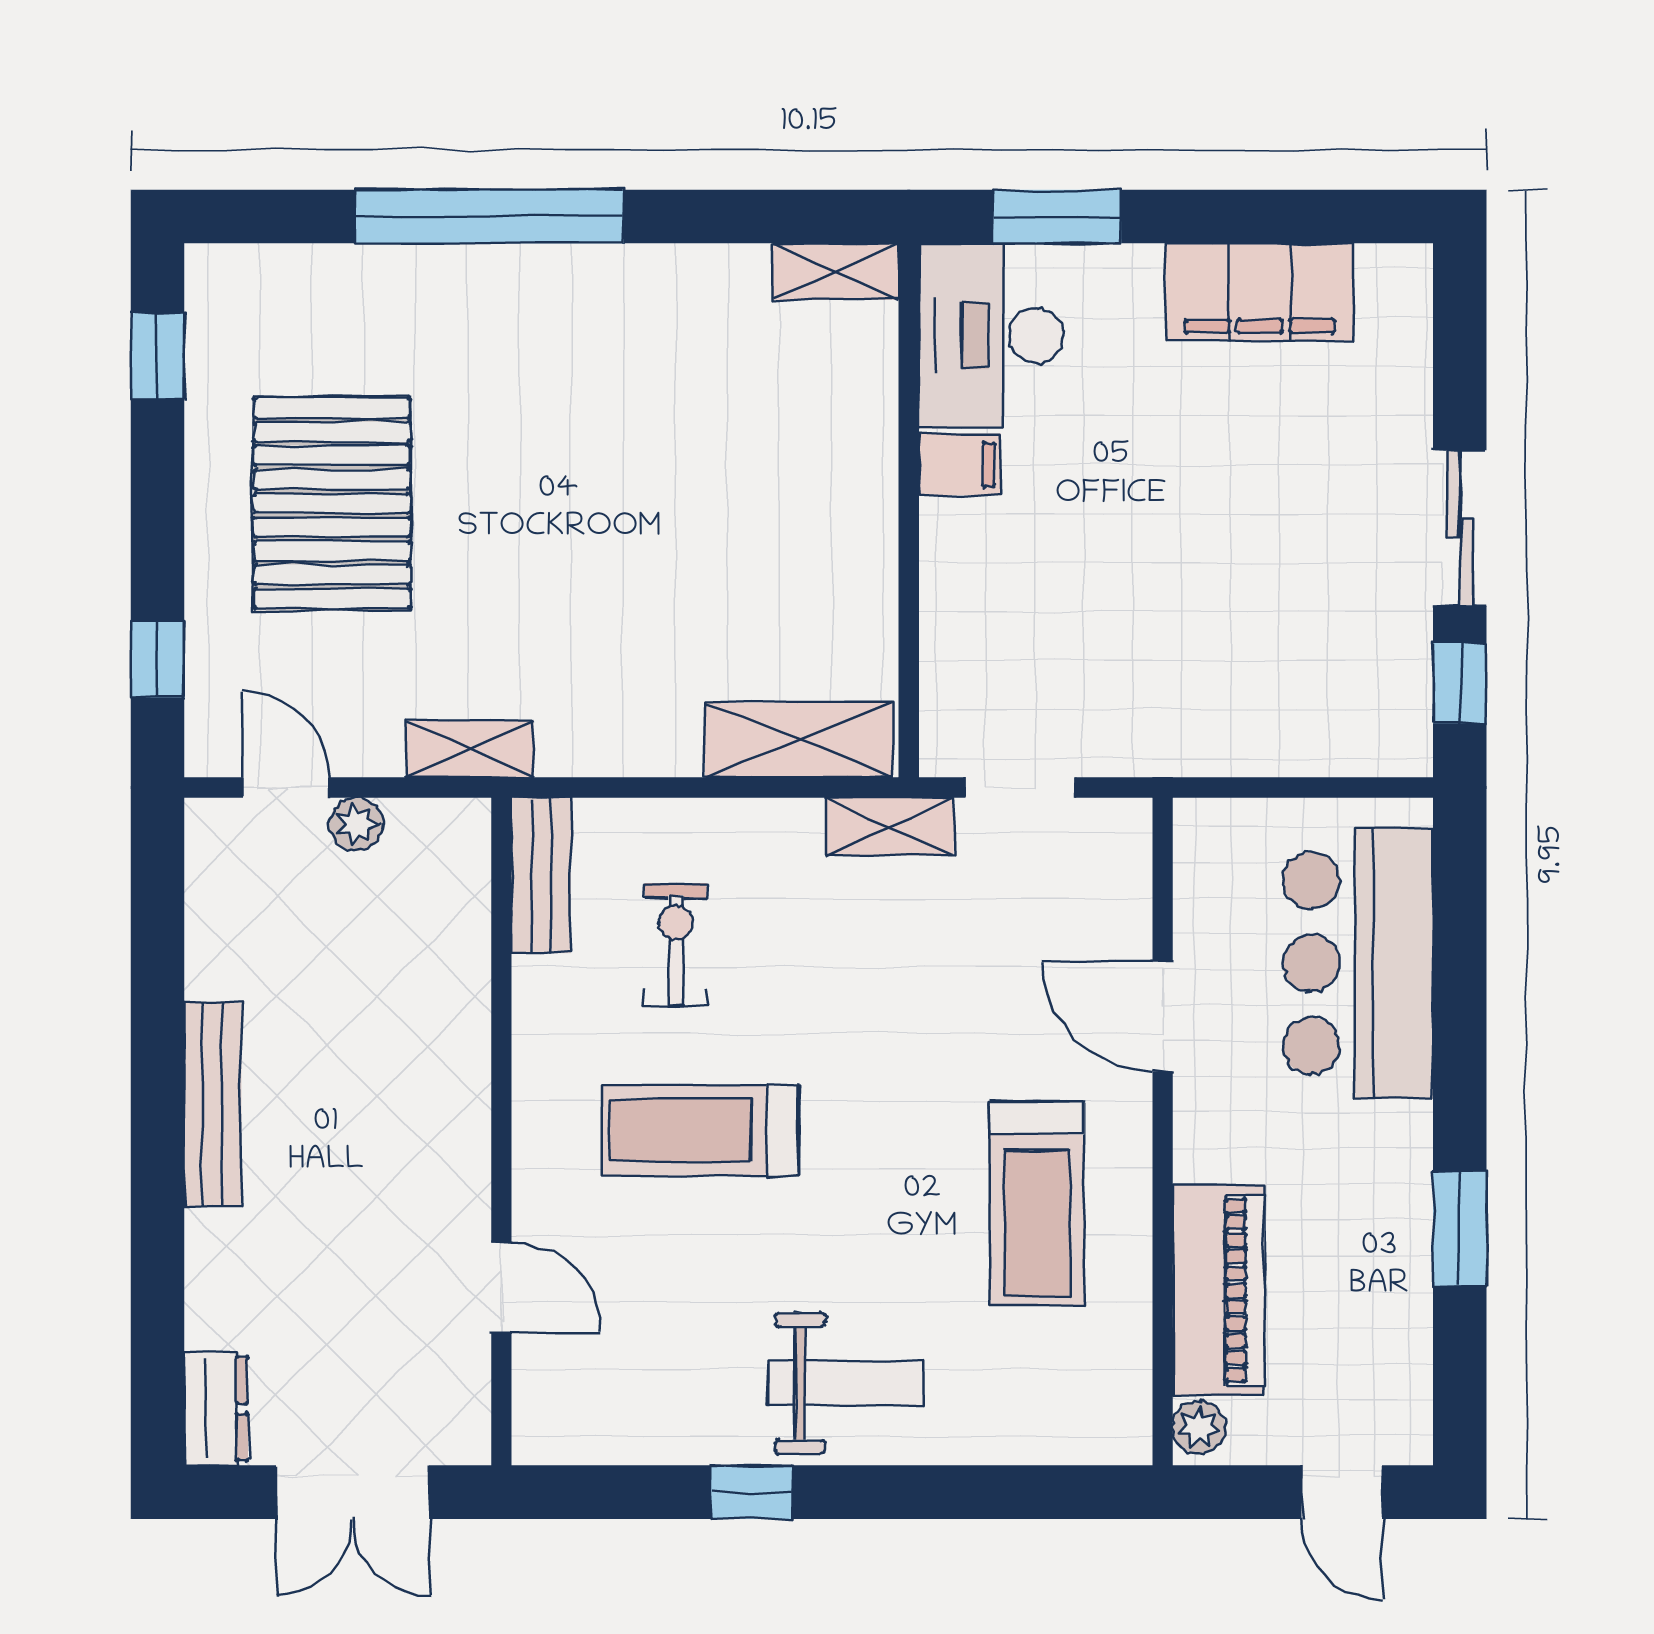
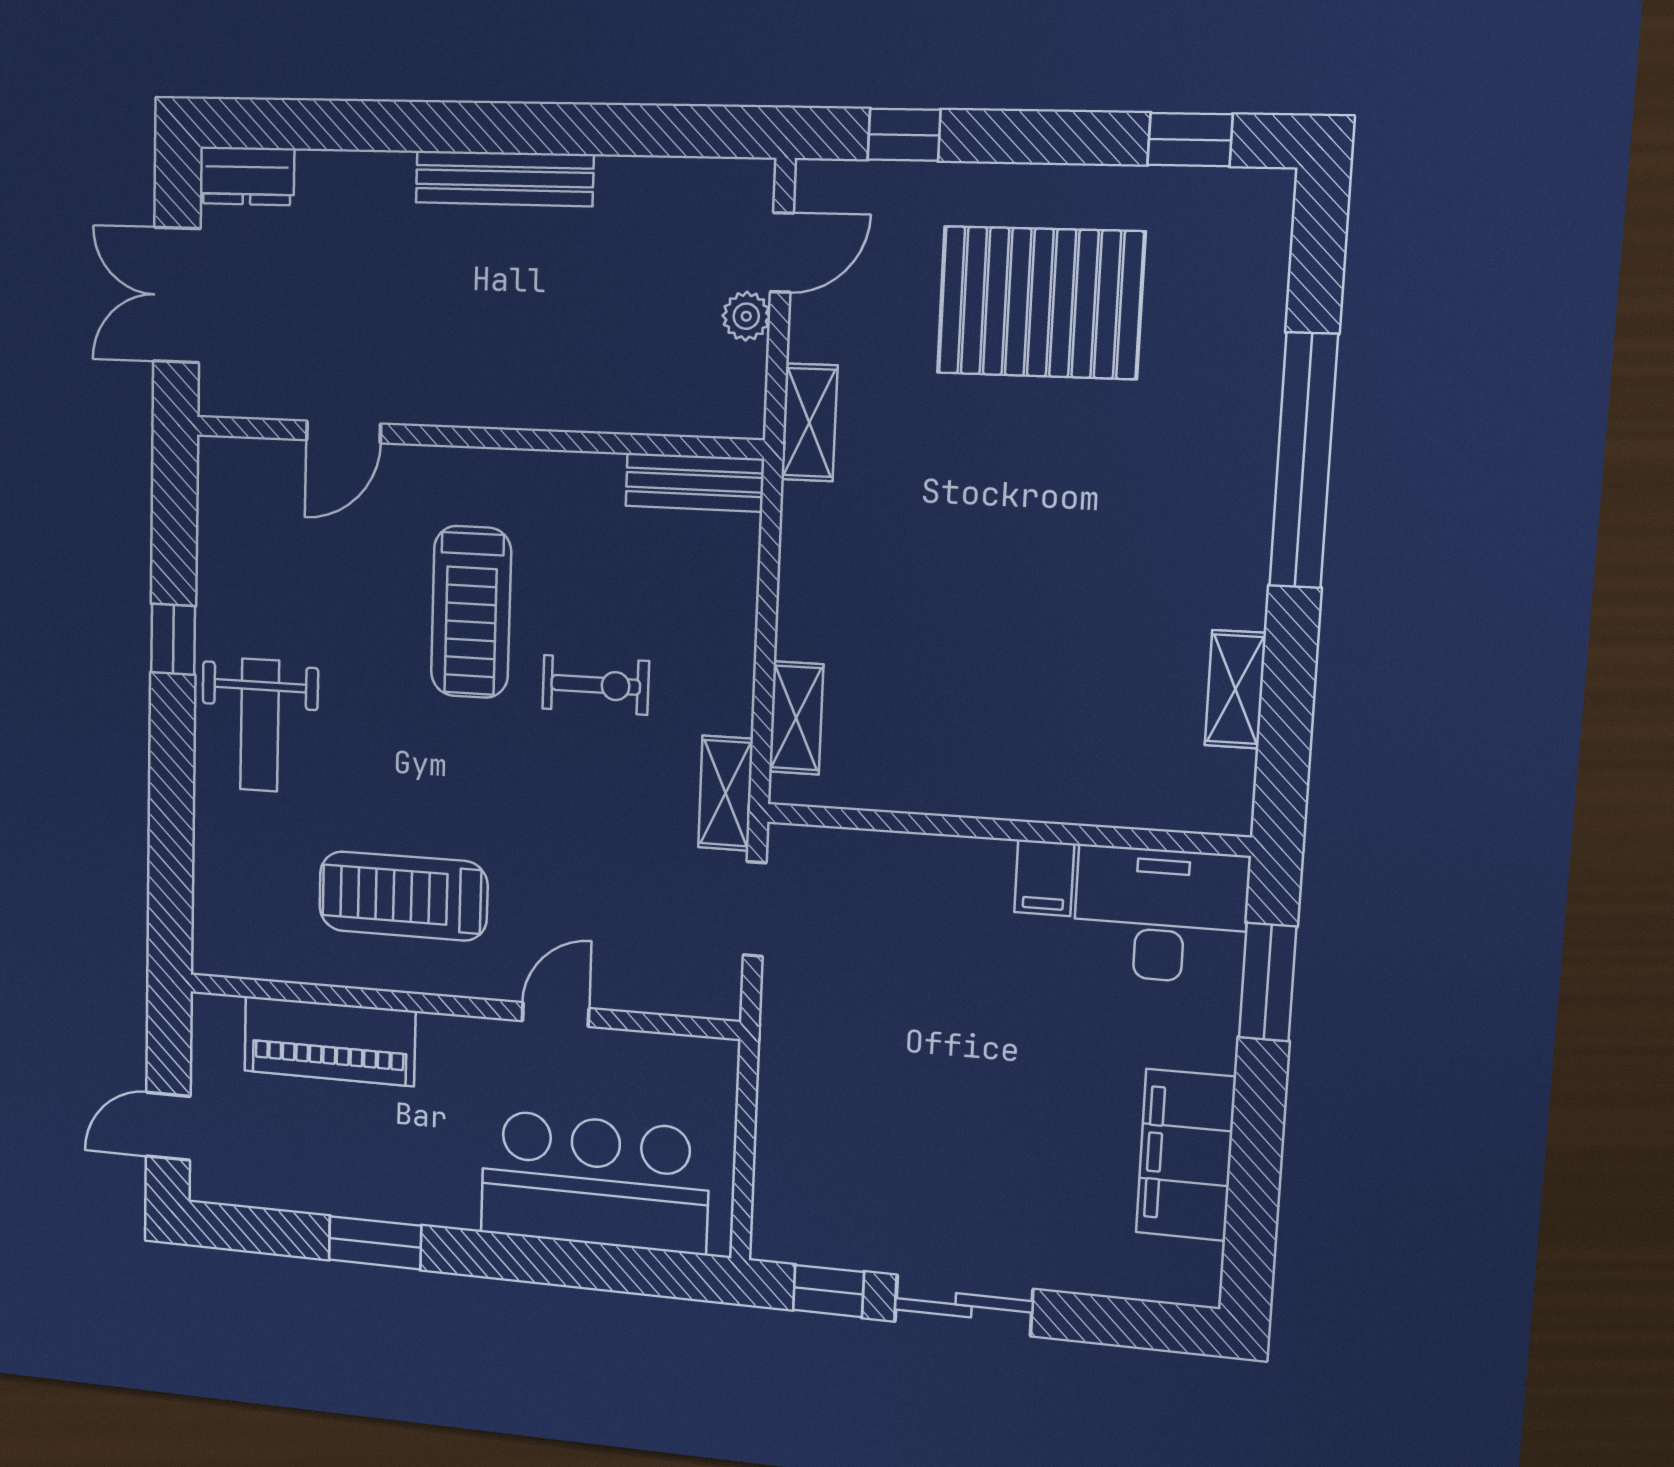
shelving: (836, 272) -> (1235, 689), moved
shelving: (799, 740) -> (796, 718), width x0.67, depth x0.75
exercise bike: (676, 944) -> (596, 685), moved
door: (1163, 1016) -> (556, 1015), width x0.73
treadmill: (700, 1130) -> (471, 612), turned 180
plant: (1199, 1427) -> (220, 1015), removed

